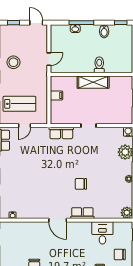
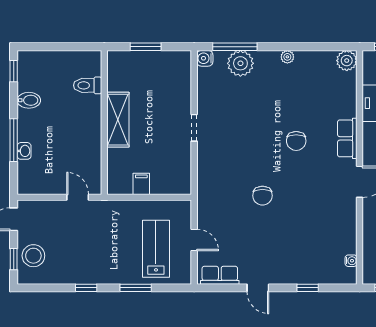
stool: (13, 62) -> (33, 256), moved
toilet: (99, 65) -> (88, 85), moved
row of seats: (61, 133) -> (207, 175), removed
chair: (50, 165) -> (262, 196), added

